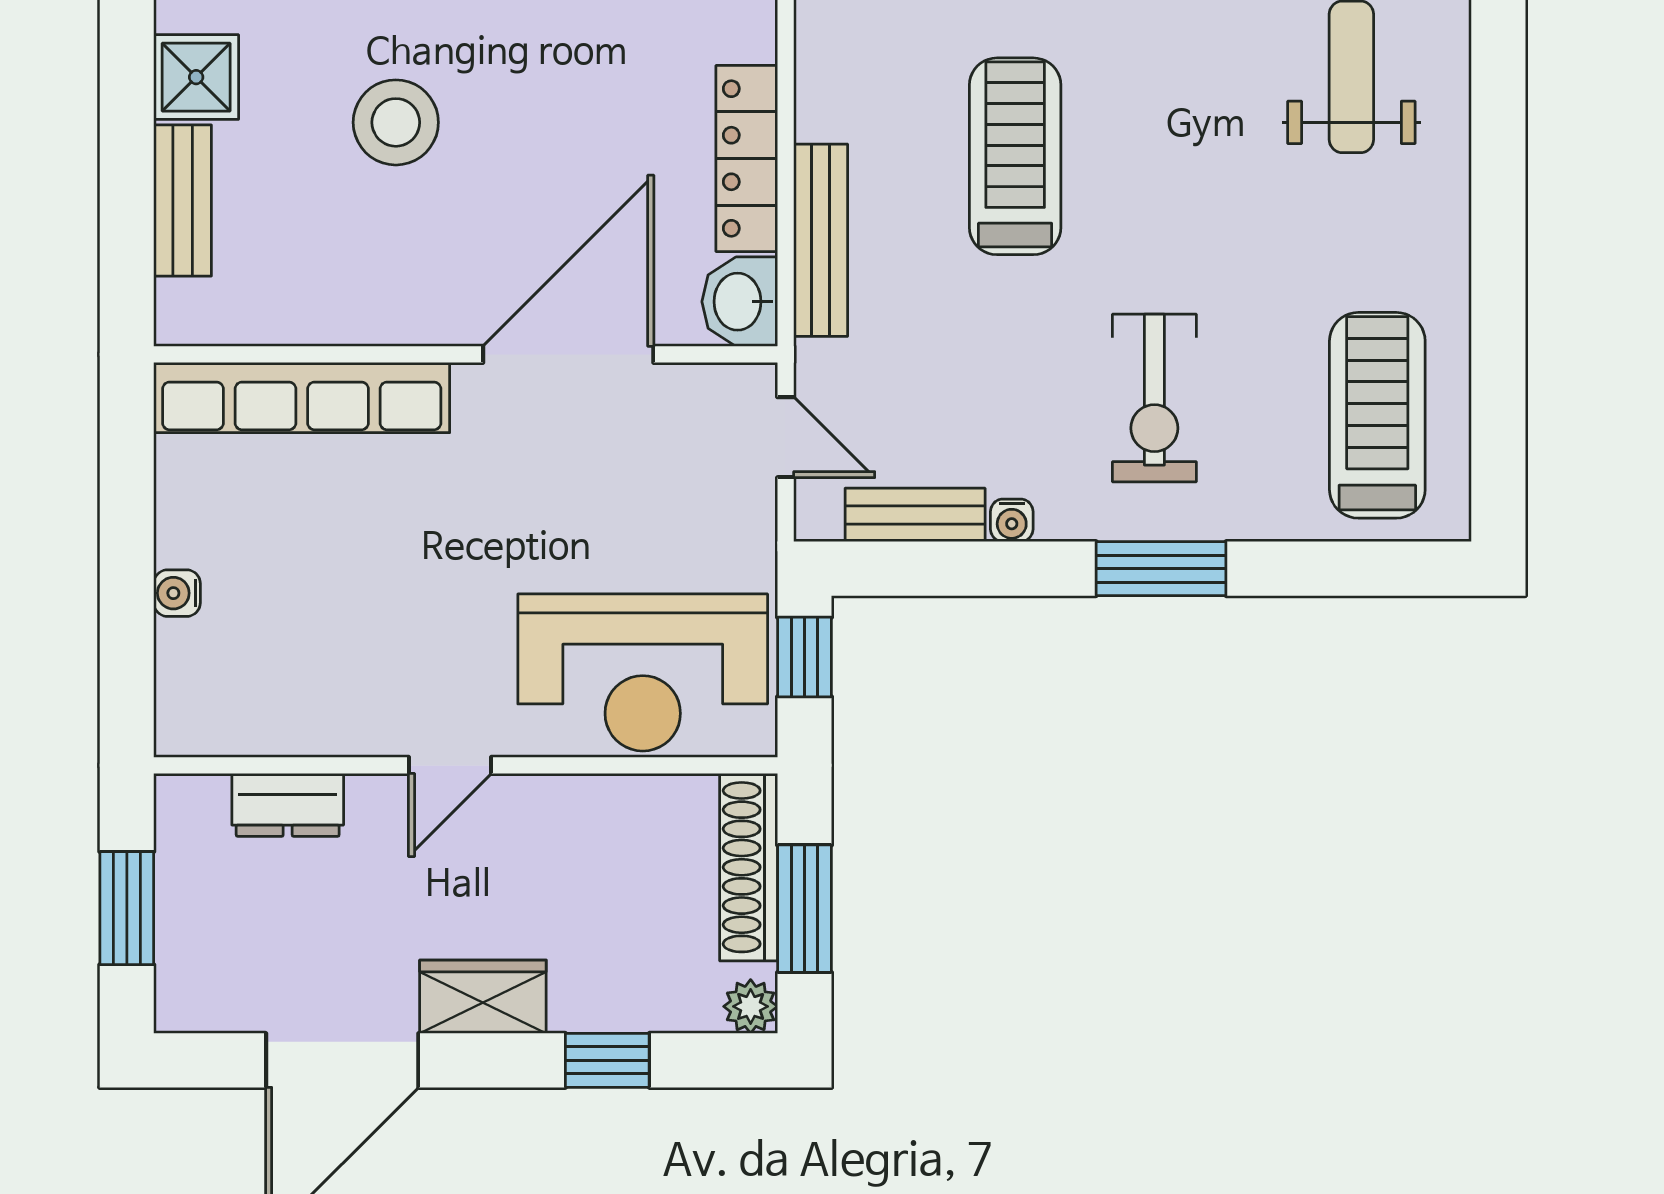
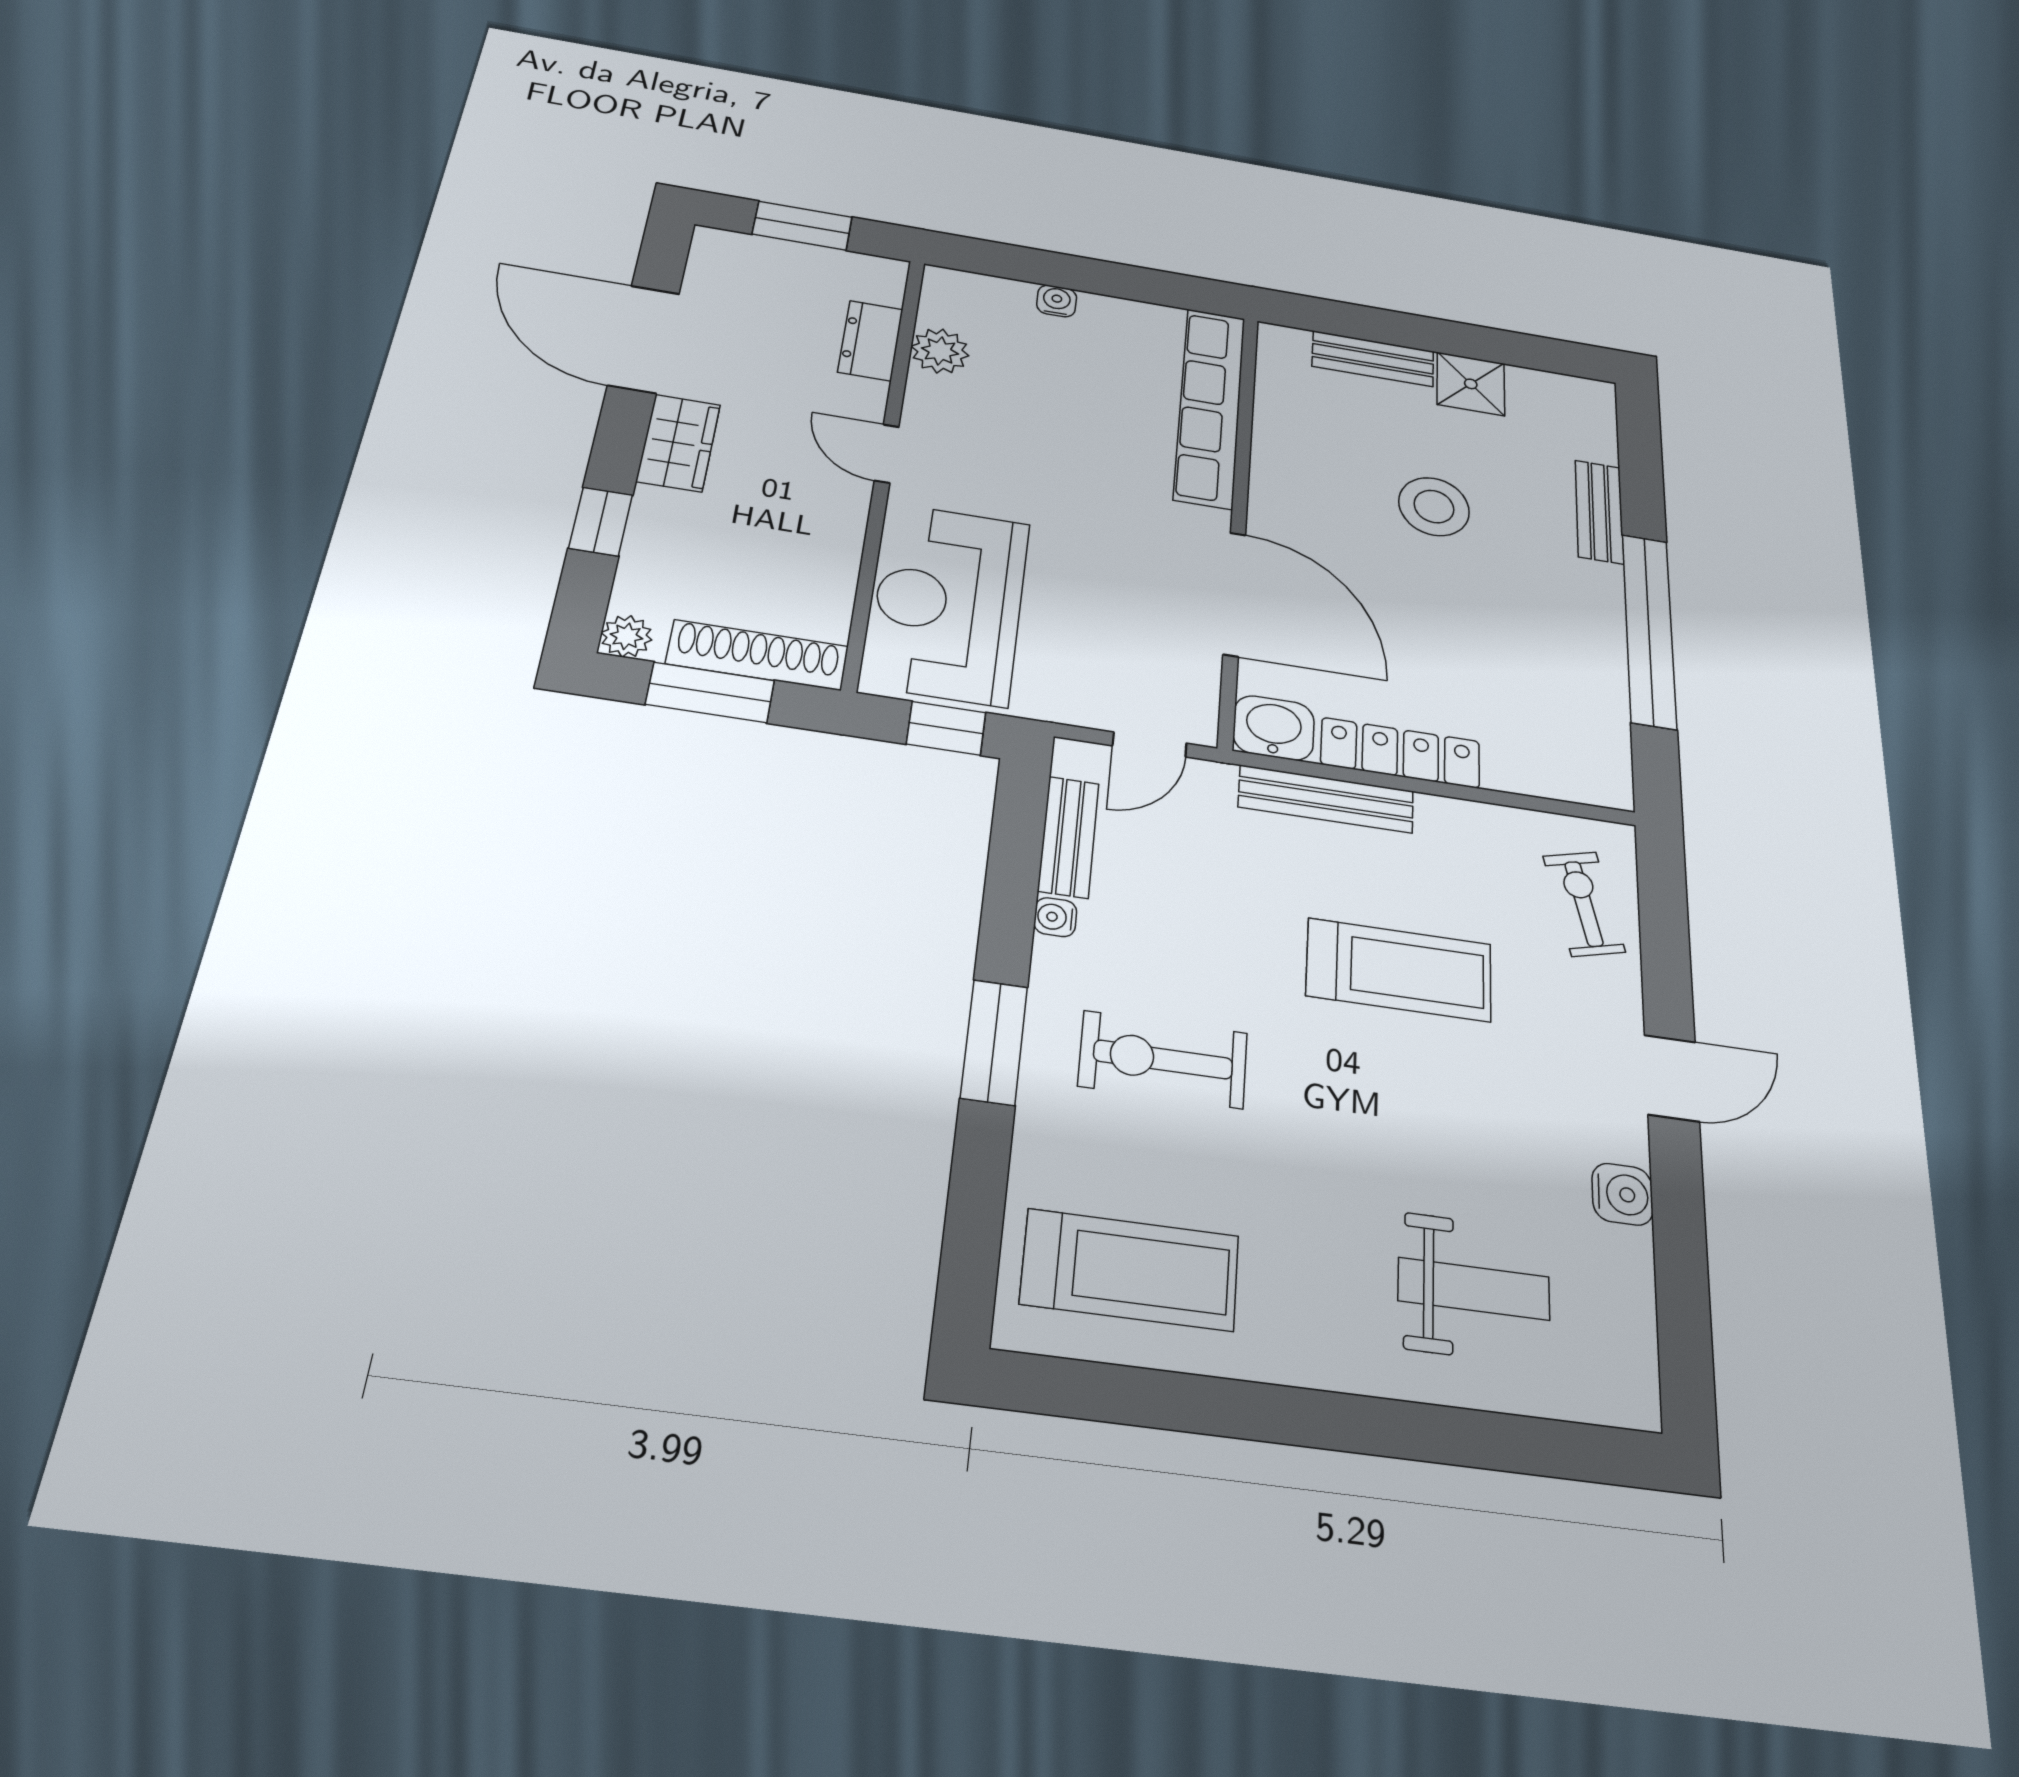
plant: (286, 723) -> (940, 351), added

